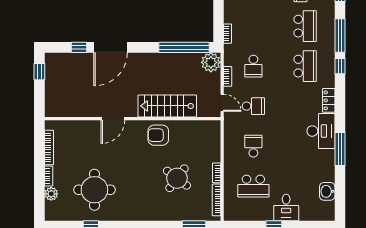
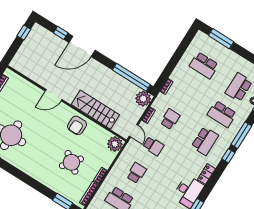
school desk: (305, 26) -> (222, 114), turned 90
school desk: (253, 66) -> (170, 119), turned 180
plant: (211, 130) -> (115, 144), added
armchair: (158, 135) -> (77, 125), turned -90

